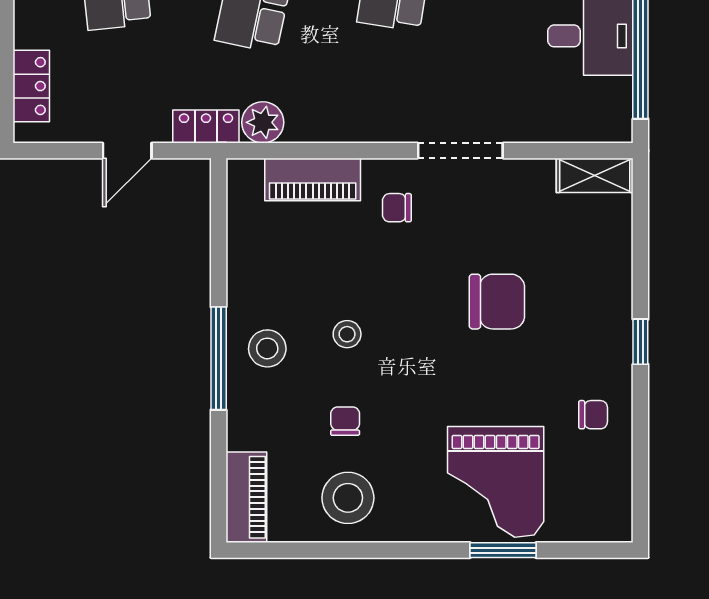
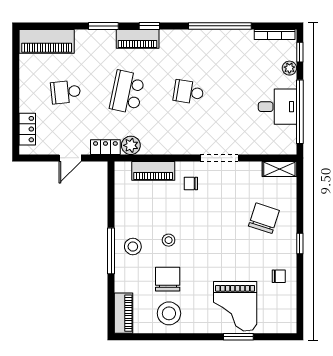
chair: (497, 302) -> (264, 218), moved, turned -72
chair: (345, 421) -> (168, 279), width x1.87, depth x1.87

